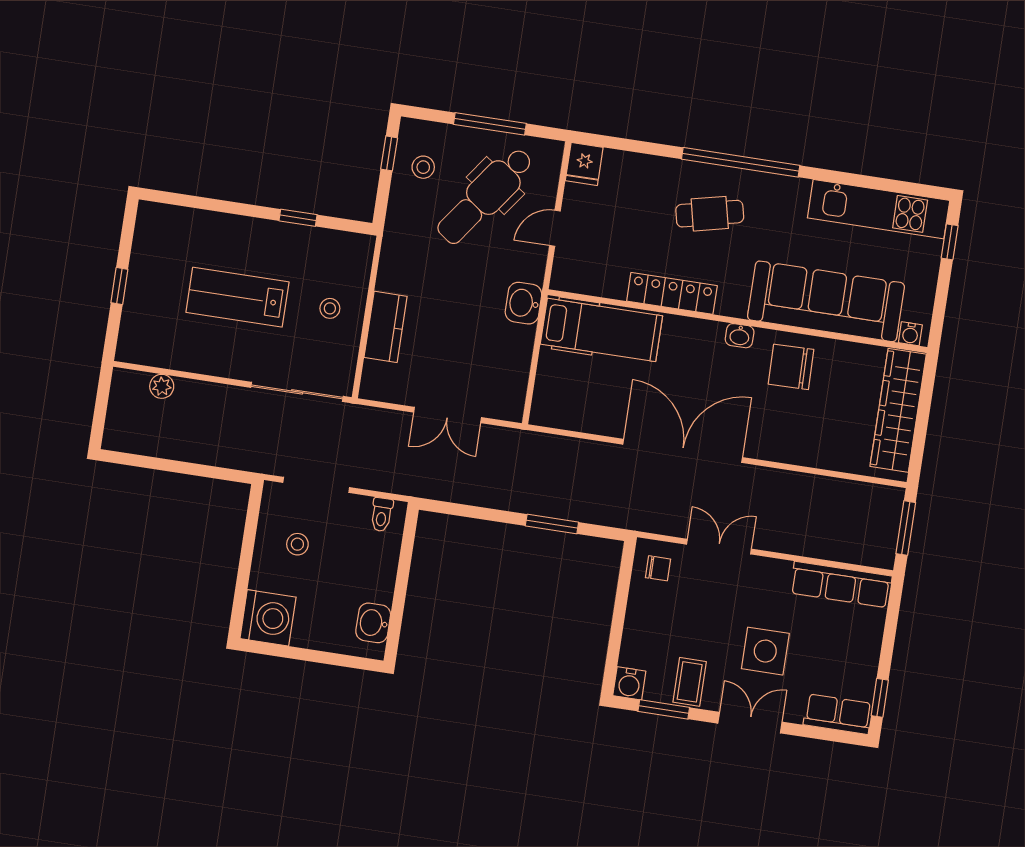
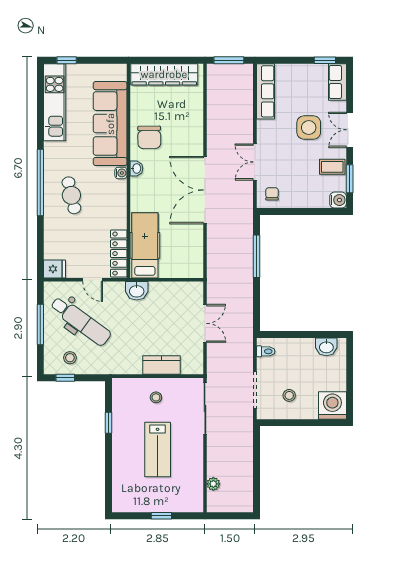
locker: (672, 293) -> (119, 254), moved
water cooler: (910, 334) -> (121, 173), moved
window: (552, 524) -> (257, 256), width x1.44

